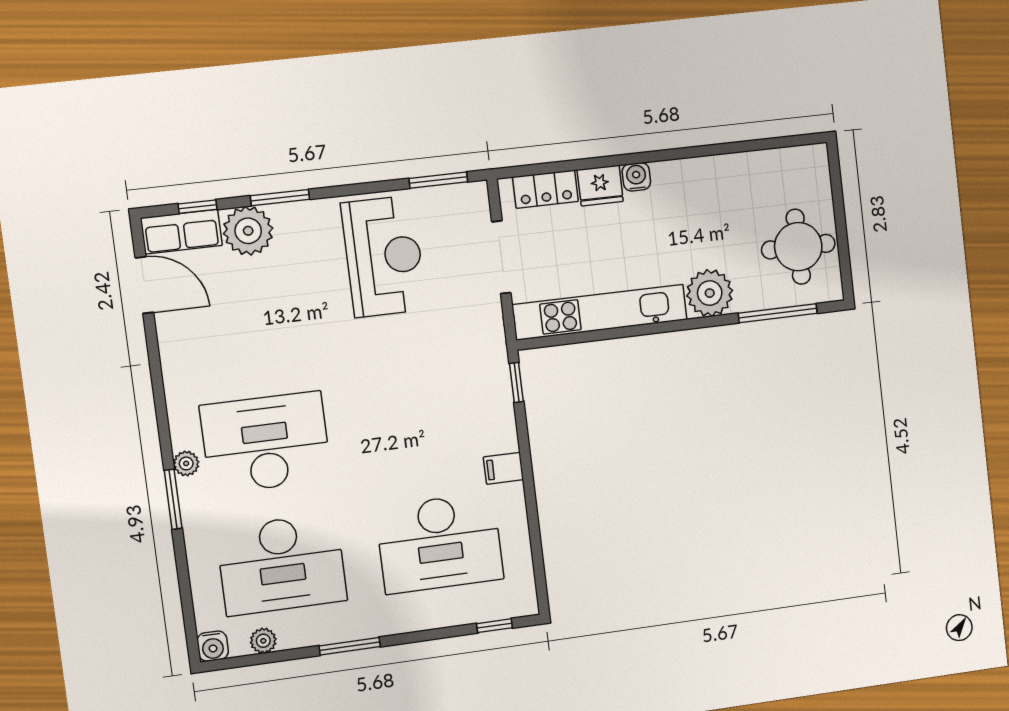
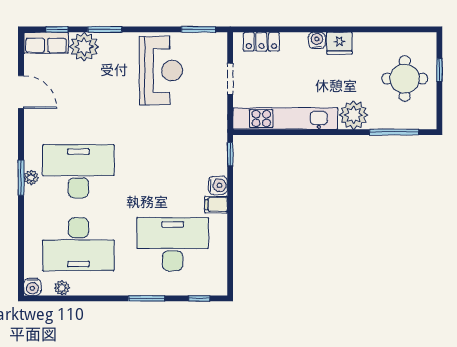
fridge: (600, 186) -> (339, 43), moved
window: (838, 203) -> (439, 70), added
round table: (798, 247) -> (405, 79), moved
doorway: (501, 257) -> (230, 79), width x0.73
door: (144, 285) -> (21, 92), moved
water cooler: (503, 436) -> (218, 185), added
window: (173, 499) -> (21, 178), moved
desk: (440, 543) -> (173, 244), turned 180
window: (350, 646) -> (147, 298), moved

